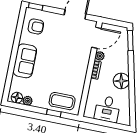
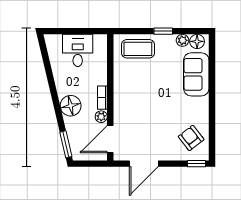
armchair: (36, 26) -> (191, 138), turned 52
sofa: (25, 61) -> (196, 74), moved
floor lamp: (121, 81) -> (71, 106), moved
window: (54, 113) -> (163, 31), moved

